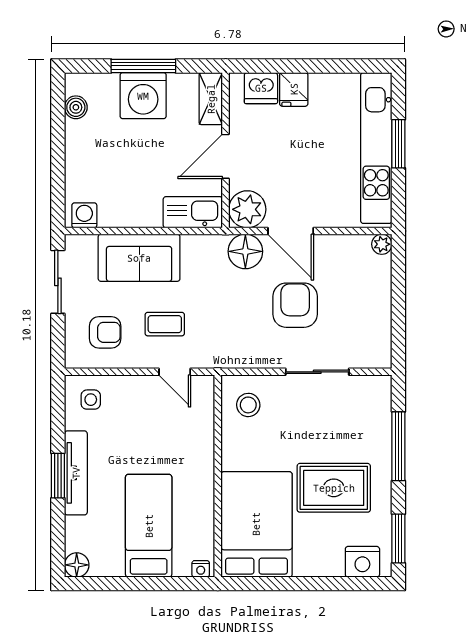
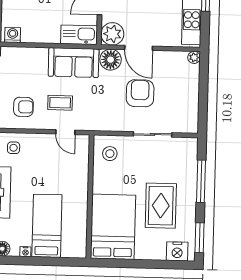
sofa: (139, 258) -> (74, 63), moved
rug: (334, 488) -> (161, 206), turned 90
nightstand: (201, 569) -> (25, 252), moved

